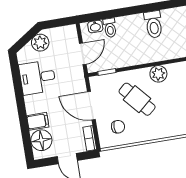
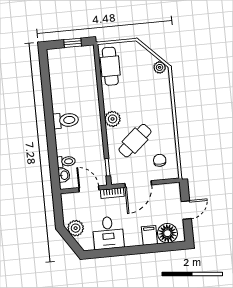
bookcase: (90, 138) -> (112, 193), moved

